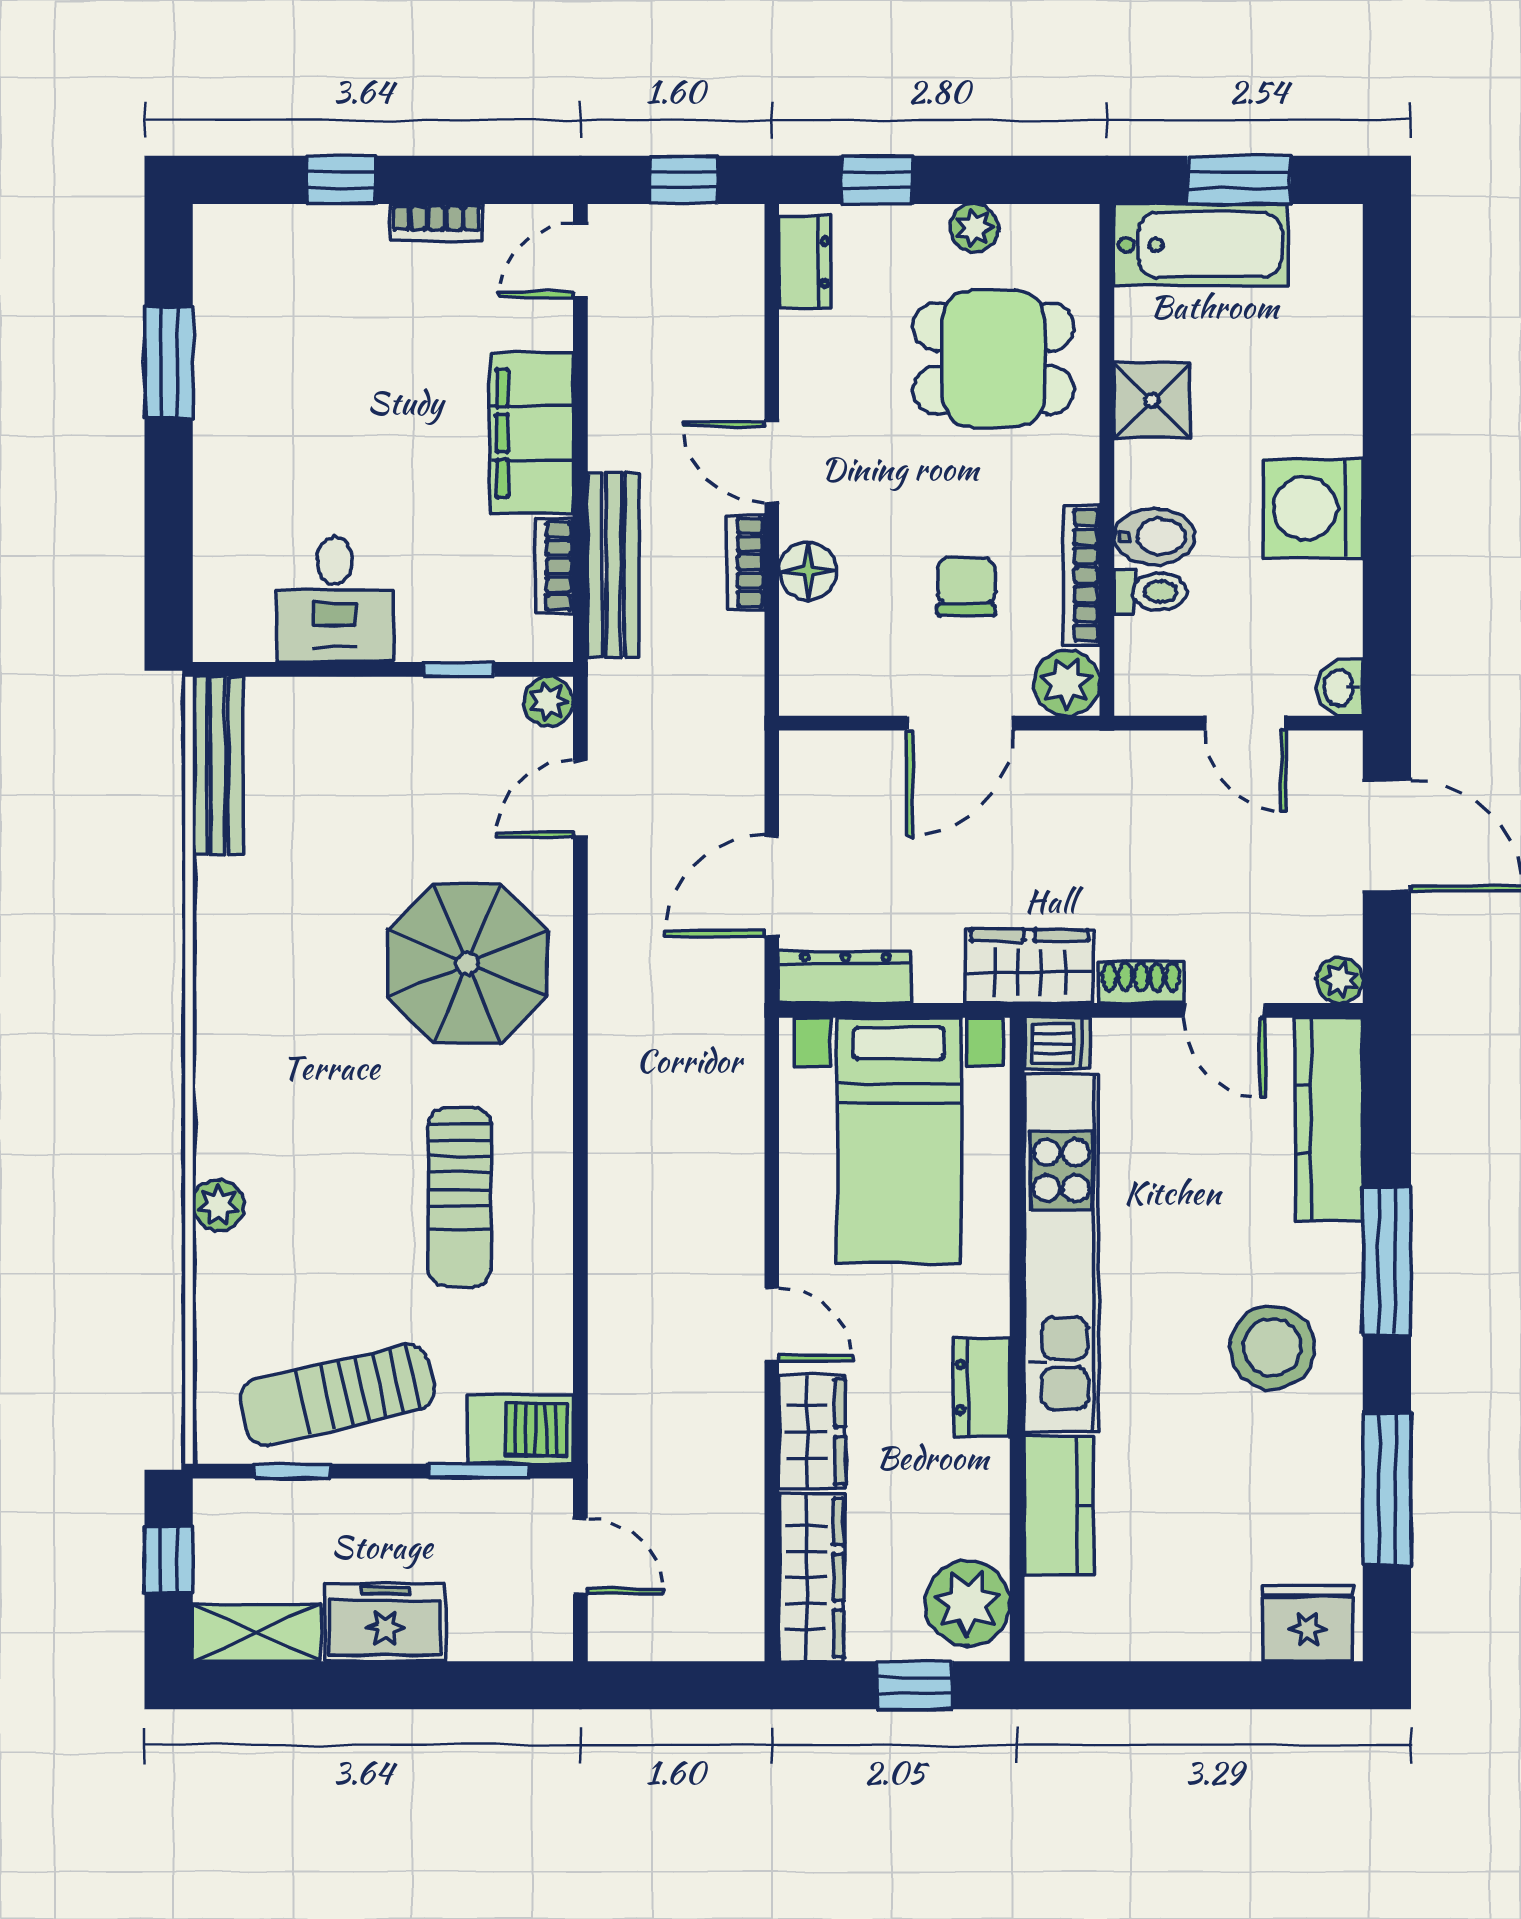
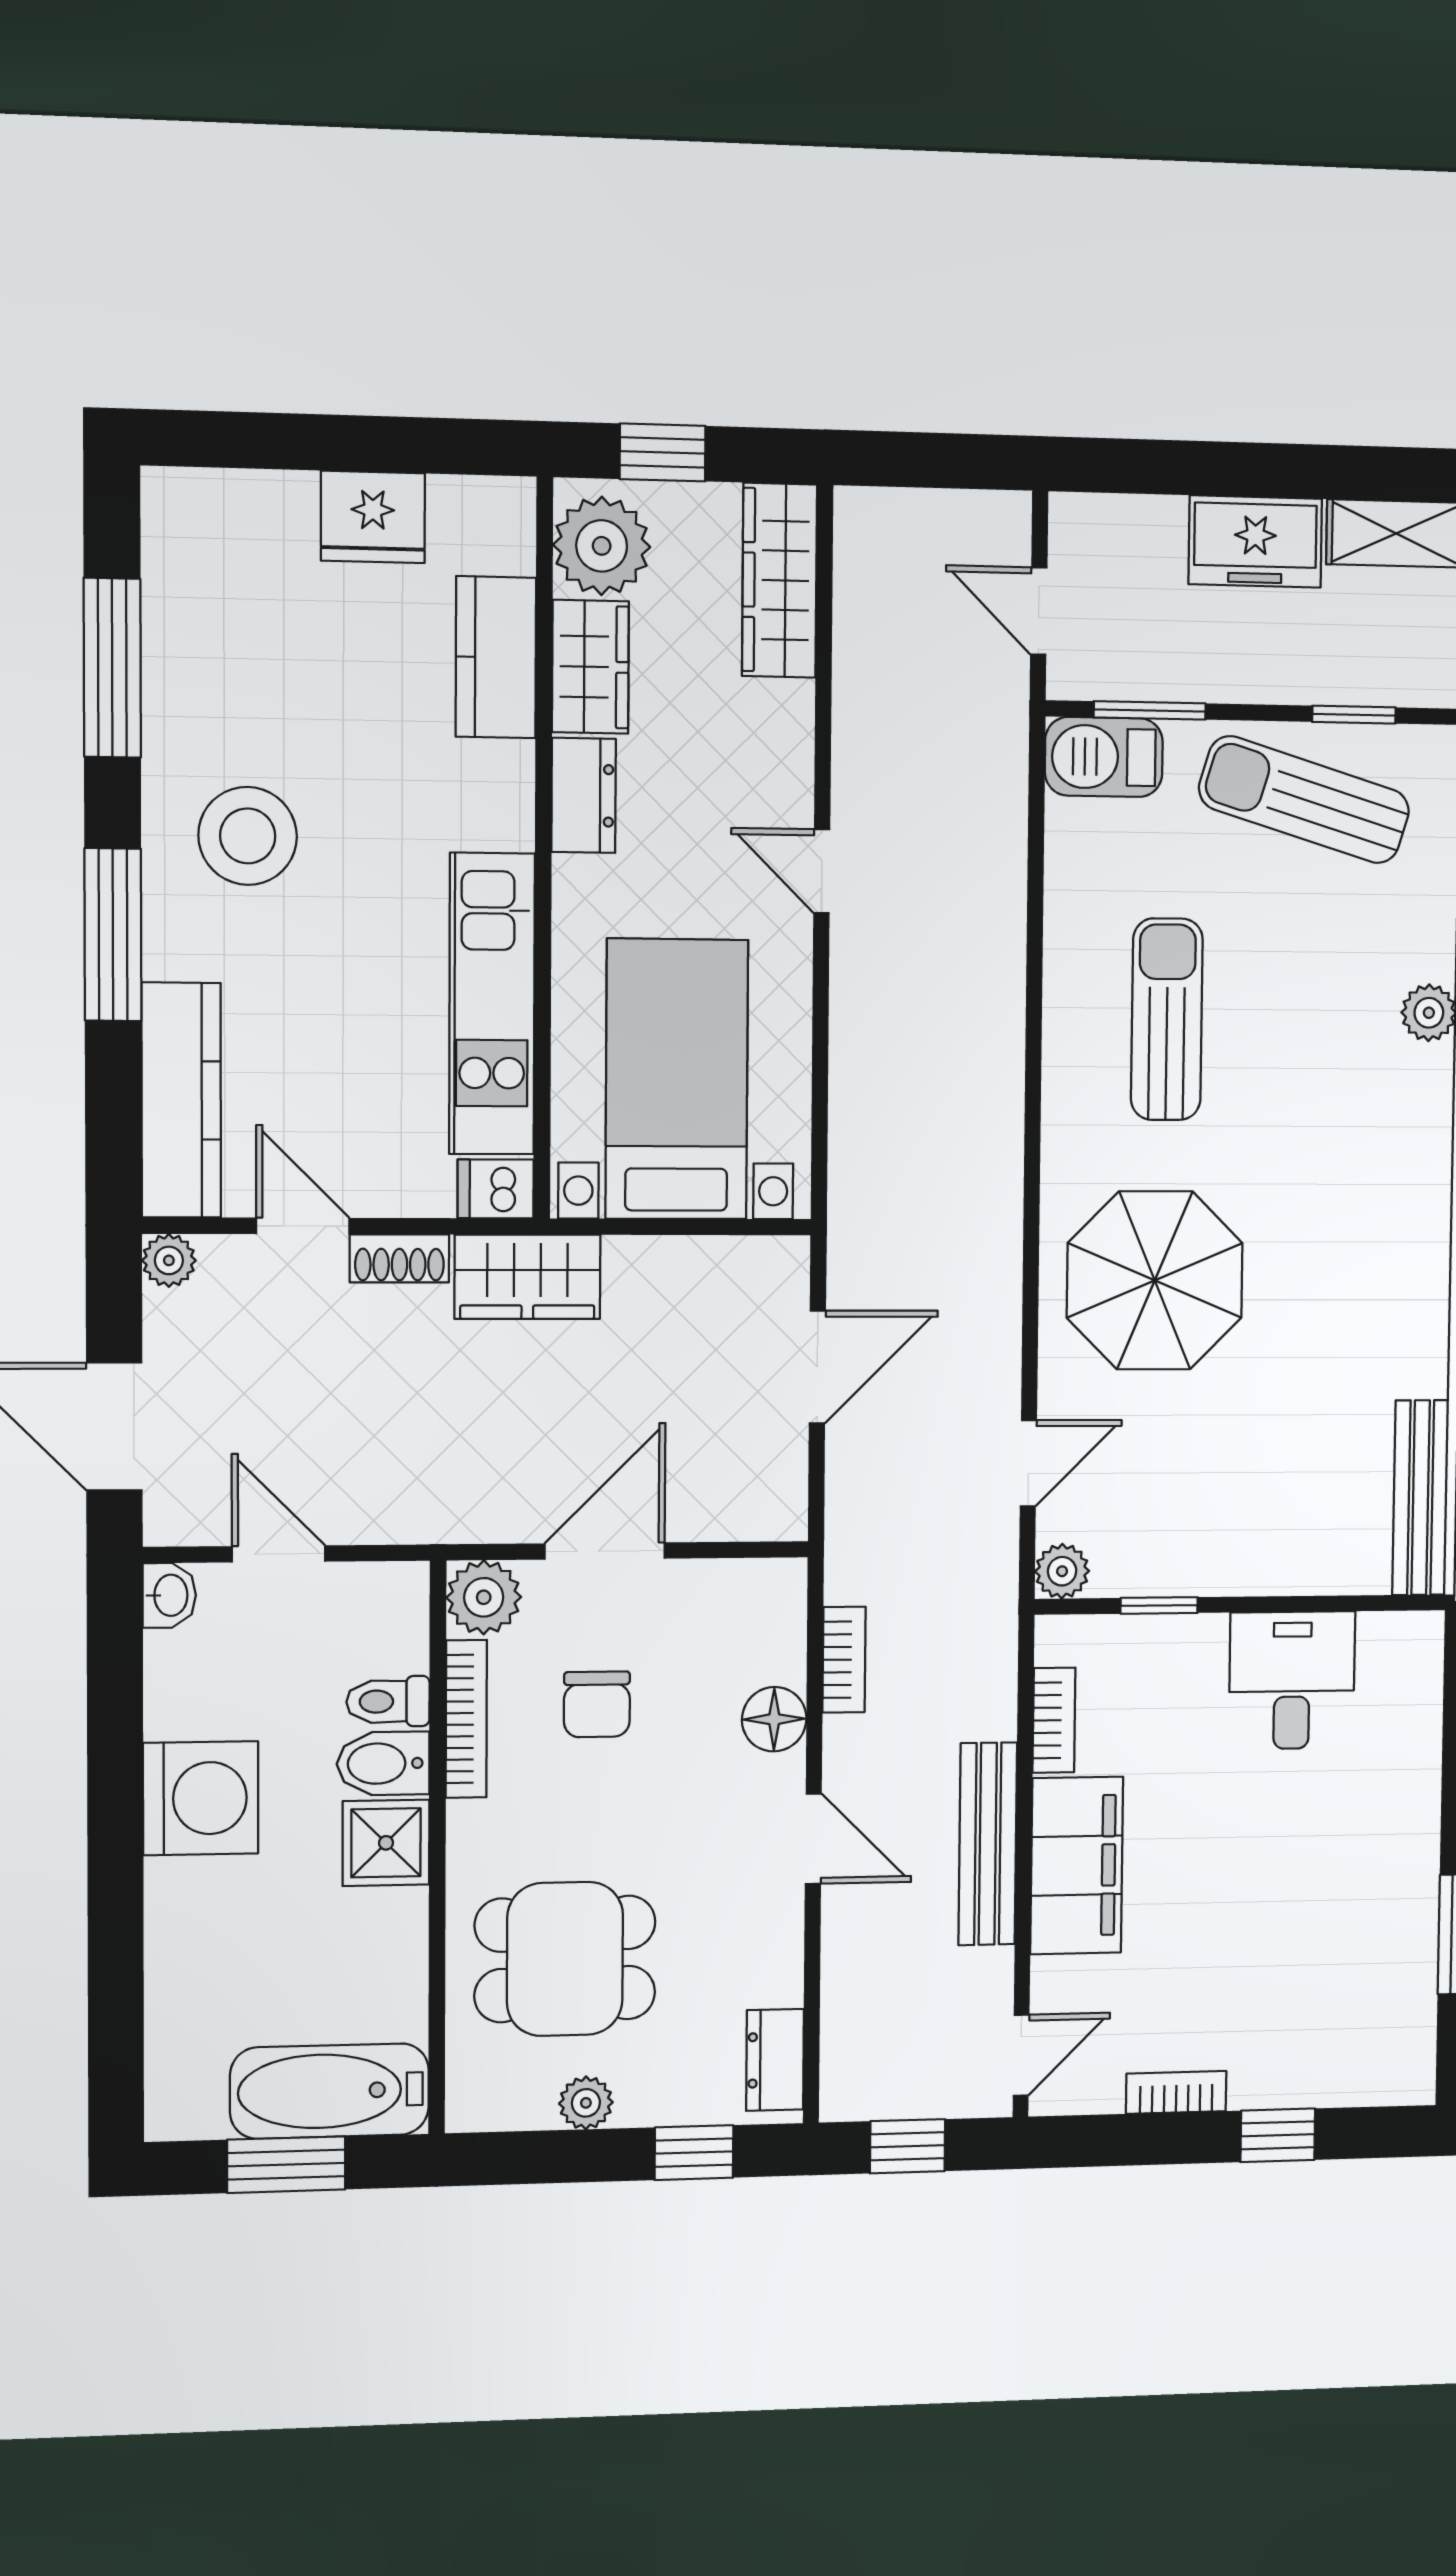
shower: (1152, 400) -> (386, 1843), moved
bookcase: (746, 562) -> (844, 1660), moved
bench: (613, 565) -> (988, 1844), moved
dresser: (845, 977) -> (736, 1264), removed
kitchen unit: (1061, 1253) -> (492, 1004), width x0.73
sun lounger: (337, 1395) -> (1304, 800), turned -150
wardrobe: (812, 1432) -> (590, 667), moved, turned 180
fridge: (1308, 1623) -> (373, 517), moved

